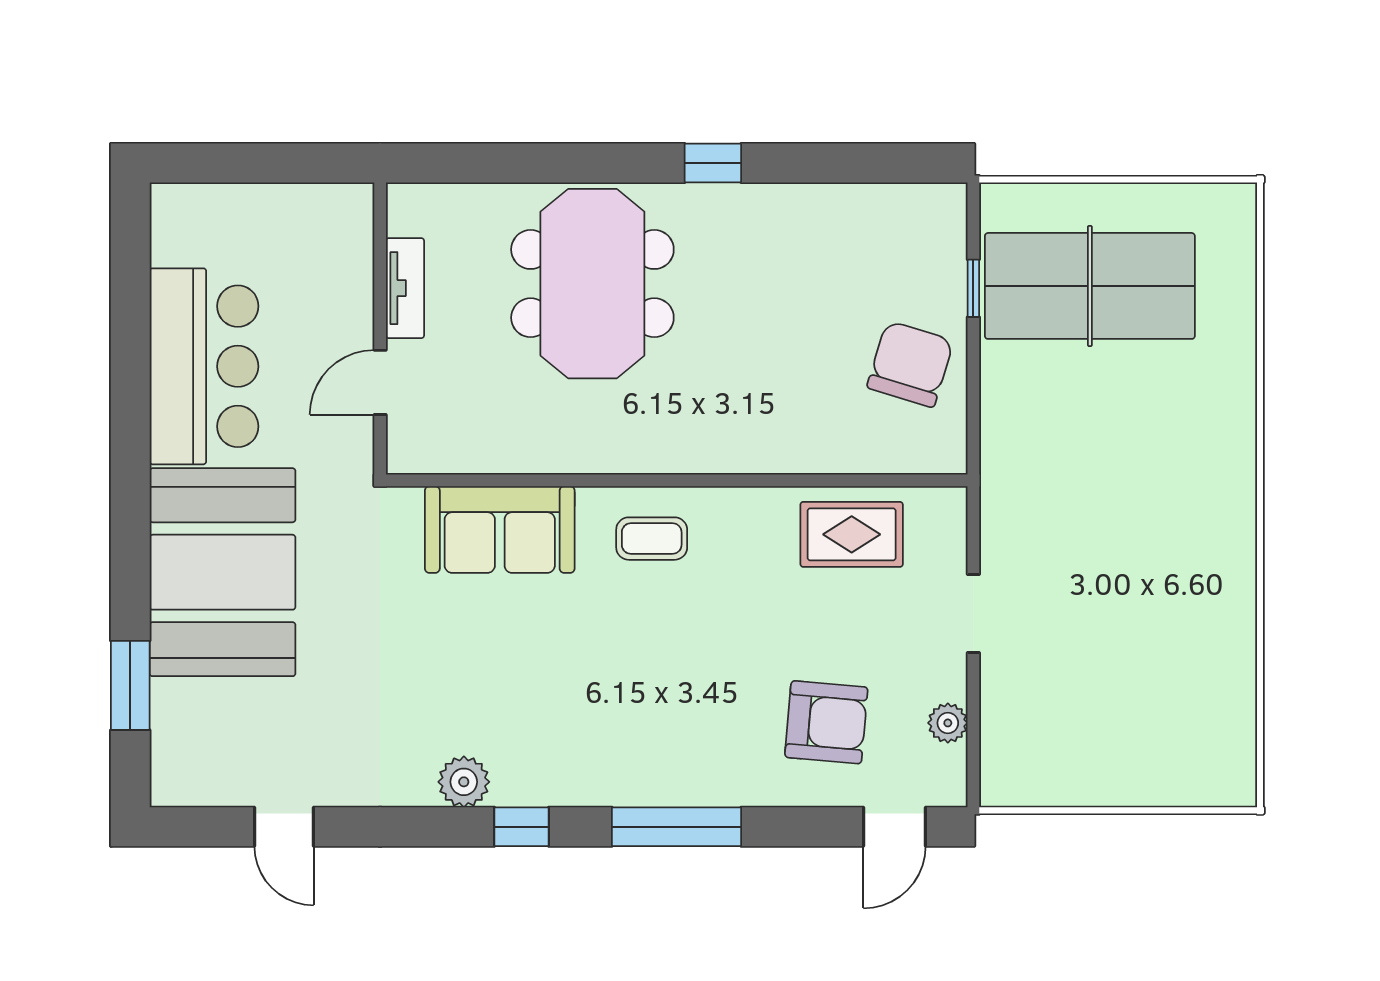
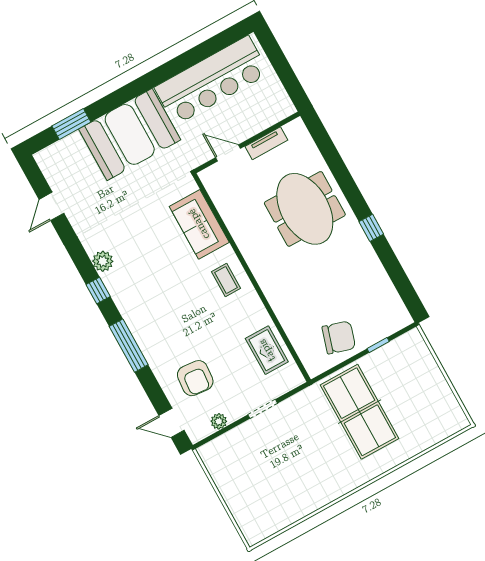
meeting table: (592, 284) -> (305, 209), turned 90
table tennis table: (1090, 286) -> (359, 412), moved
bar counter: (204, 366) -> (212, 80), width x1.36

